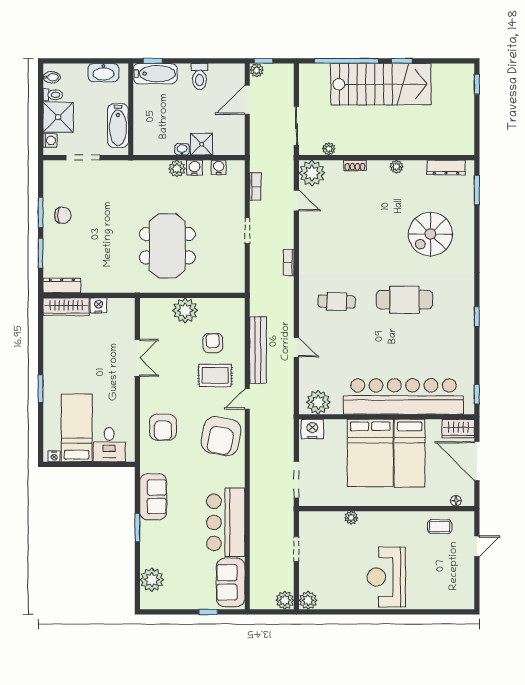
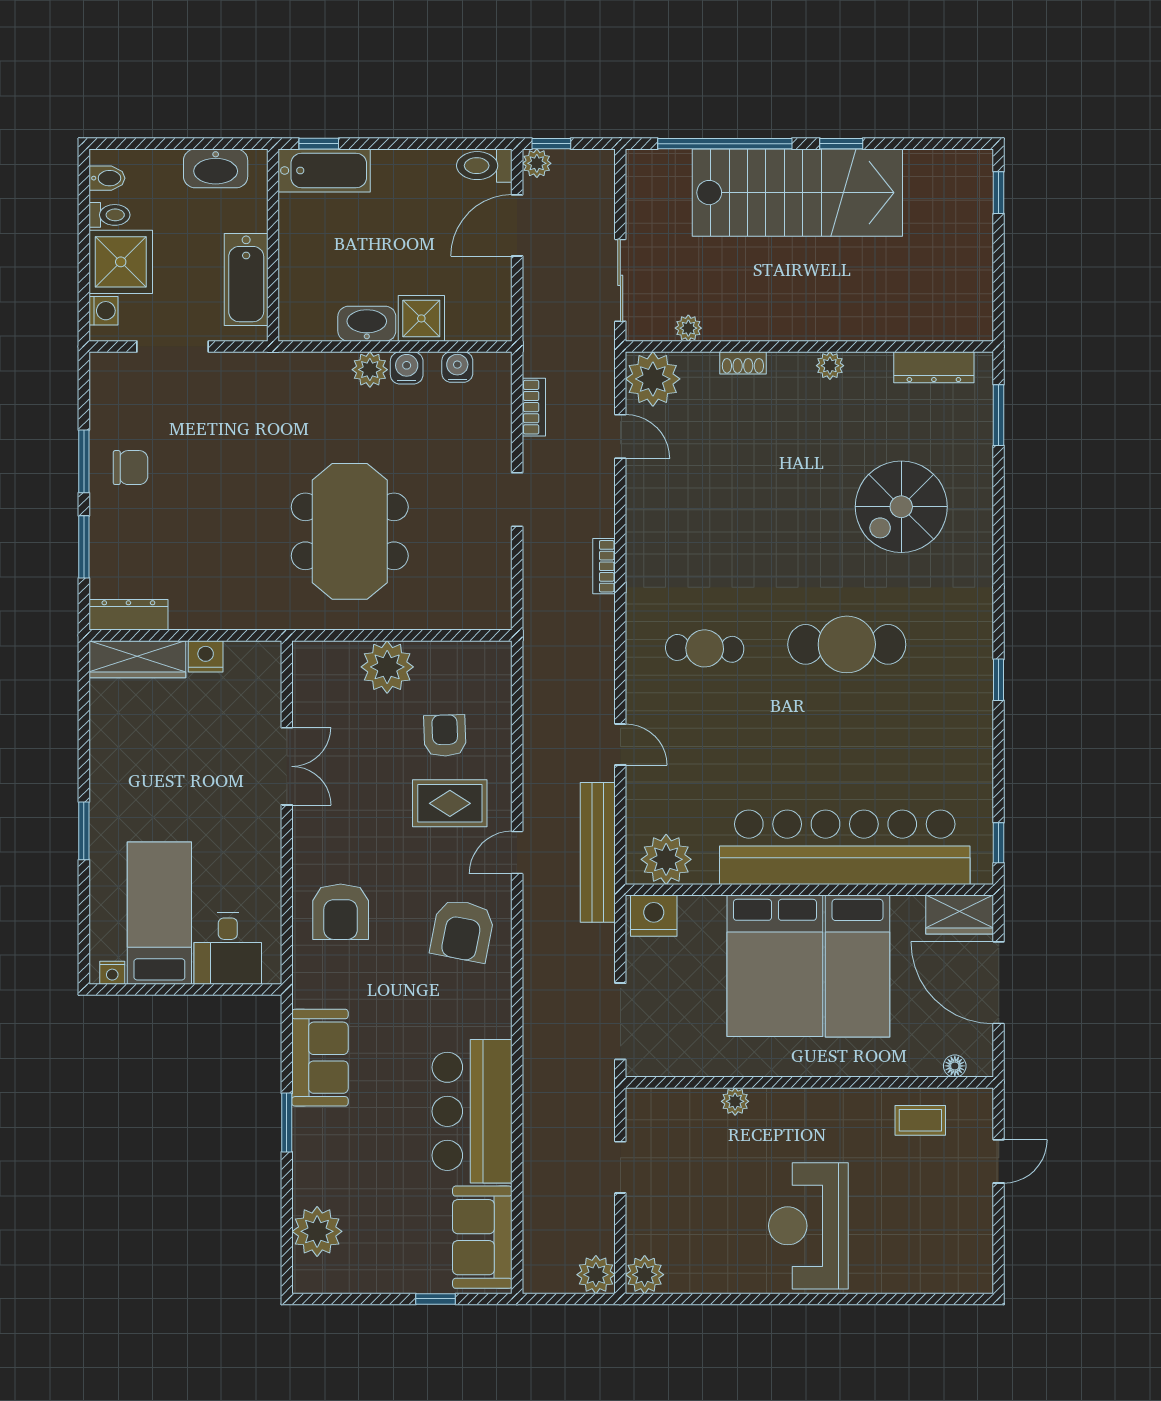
toilet: (199, 76) -> (484, 166), moved, turned 90
washbasin: (182, 149) -> (367, 324), width x1.91, depth x1.45
bench: (258, 350) -> (598, 852), moved
armchair: (221, 436) -> (462, 931), width x0.73, depth x0.73

